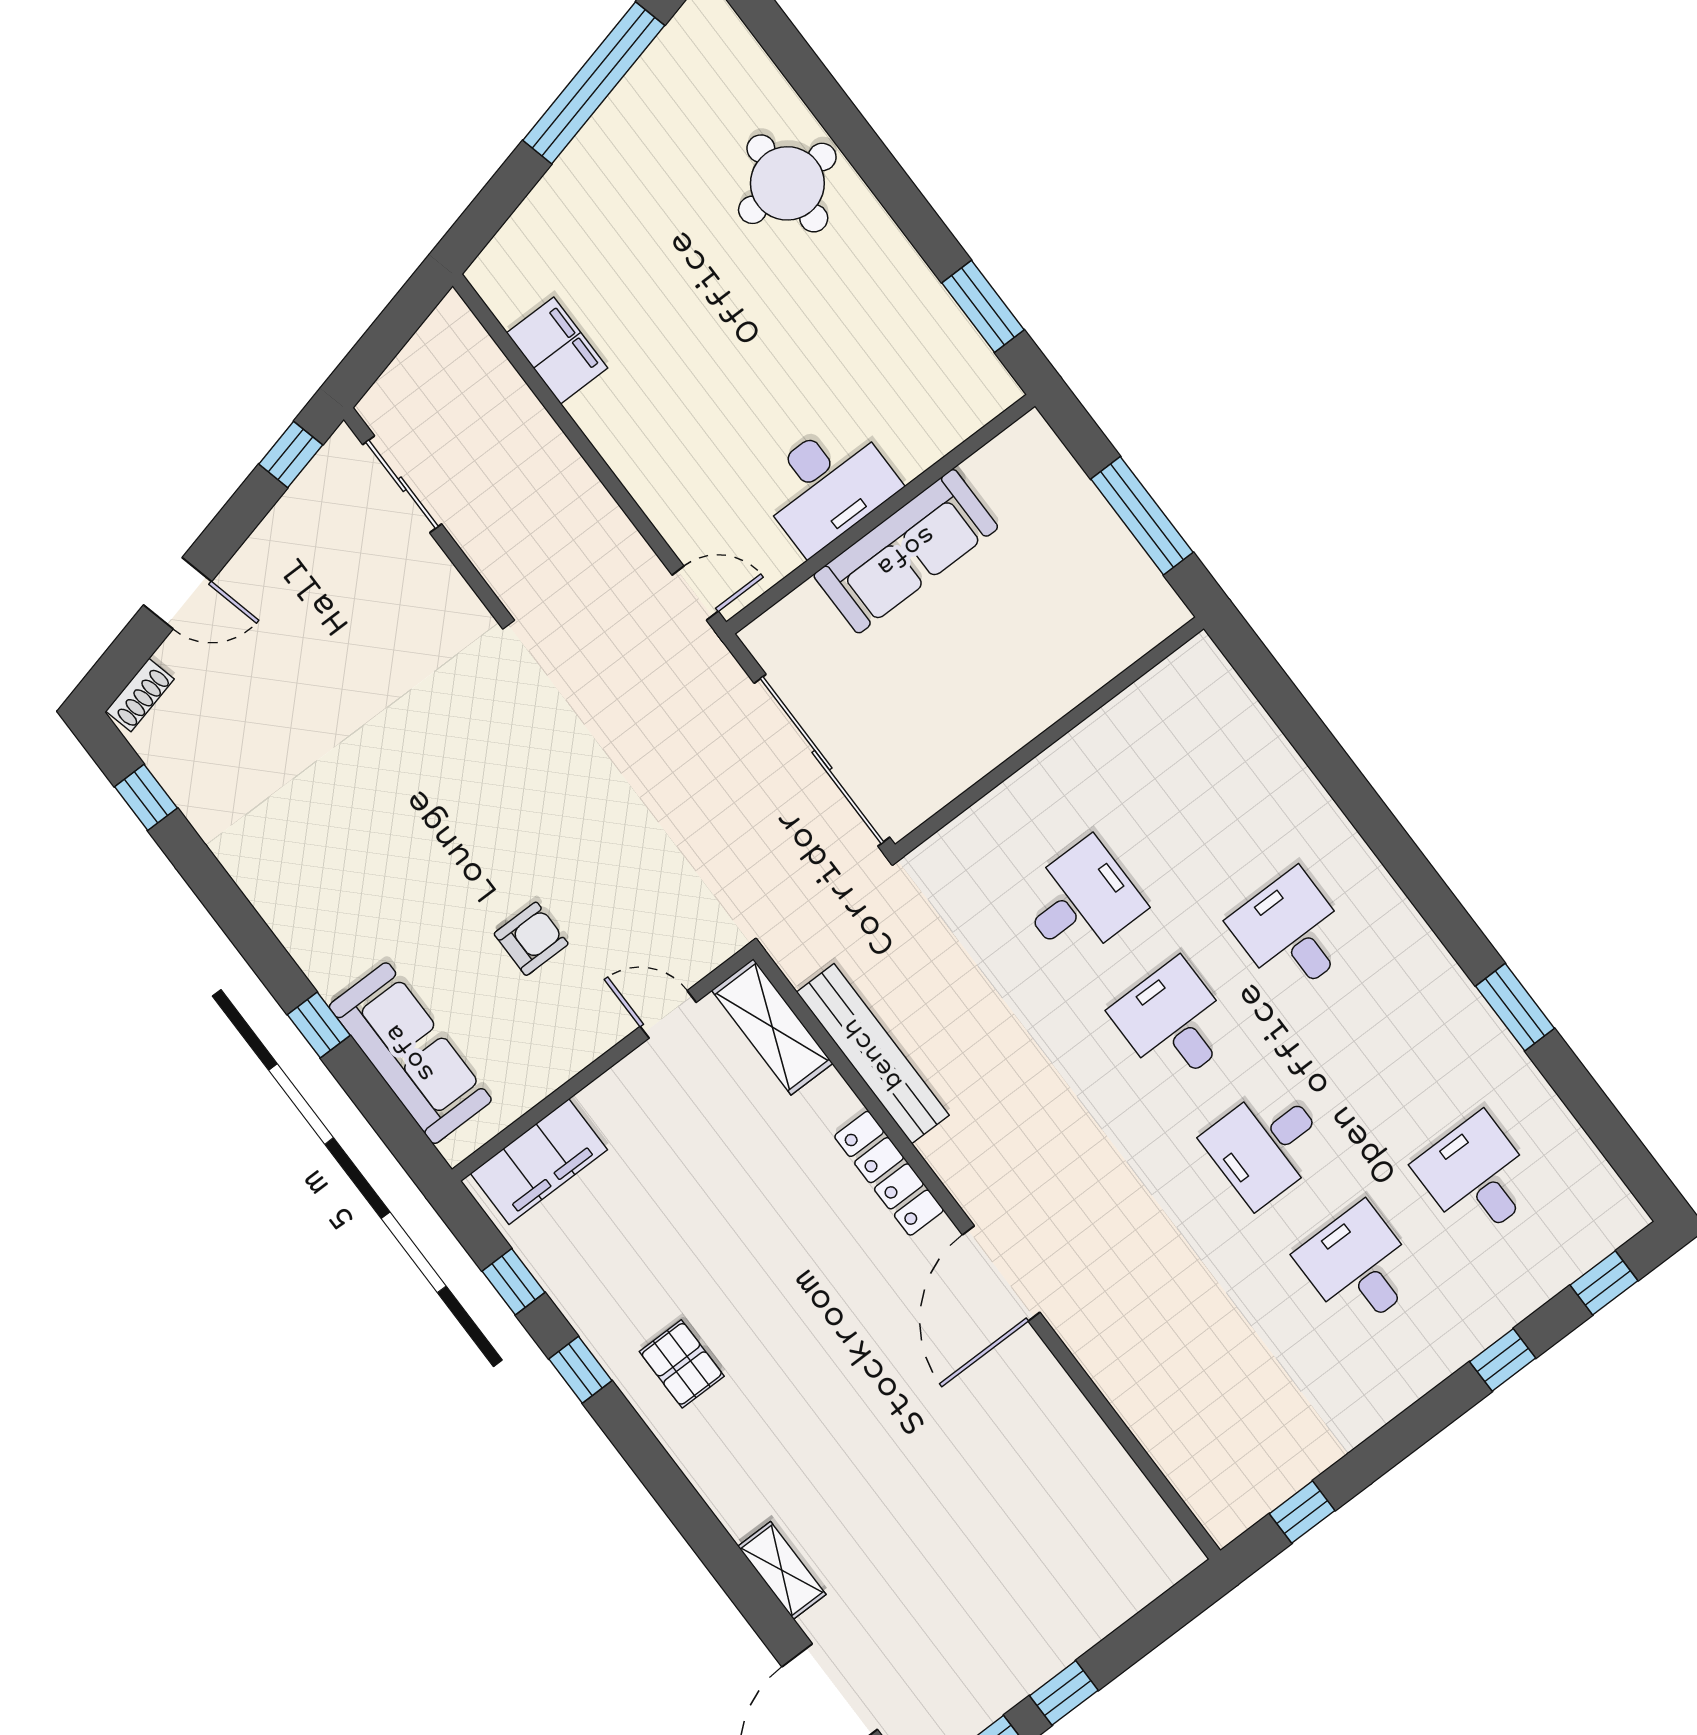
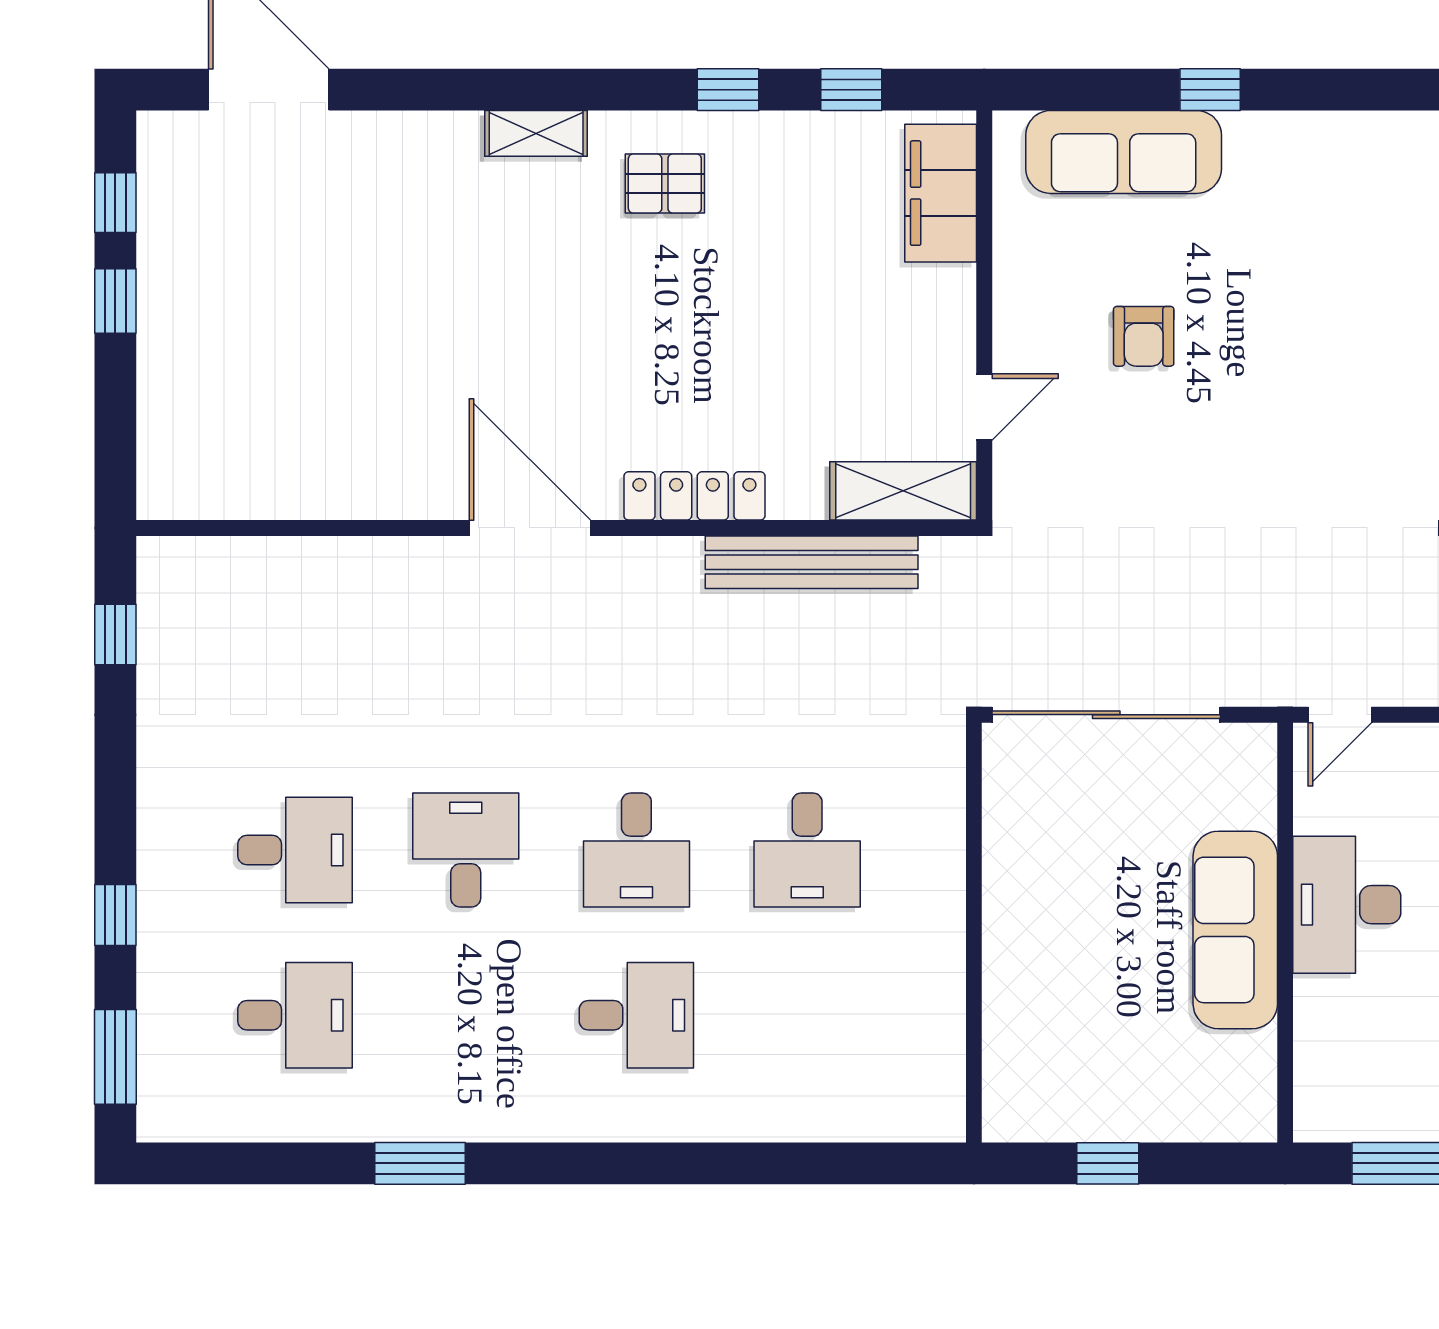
window: (1142, 516) -> (1108, 1163), width x0.46
desk: (1174, 1023) -> (636, 850), turned 90
window: (1604, 1283) -> (115, 1057), width x1.50
shelving: (782, 1570) -> (536, 133), moved

